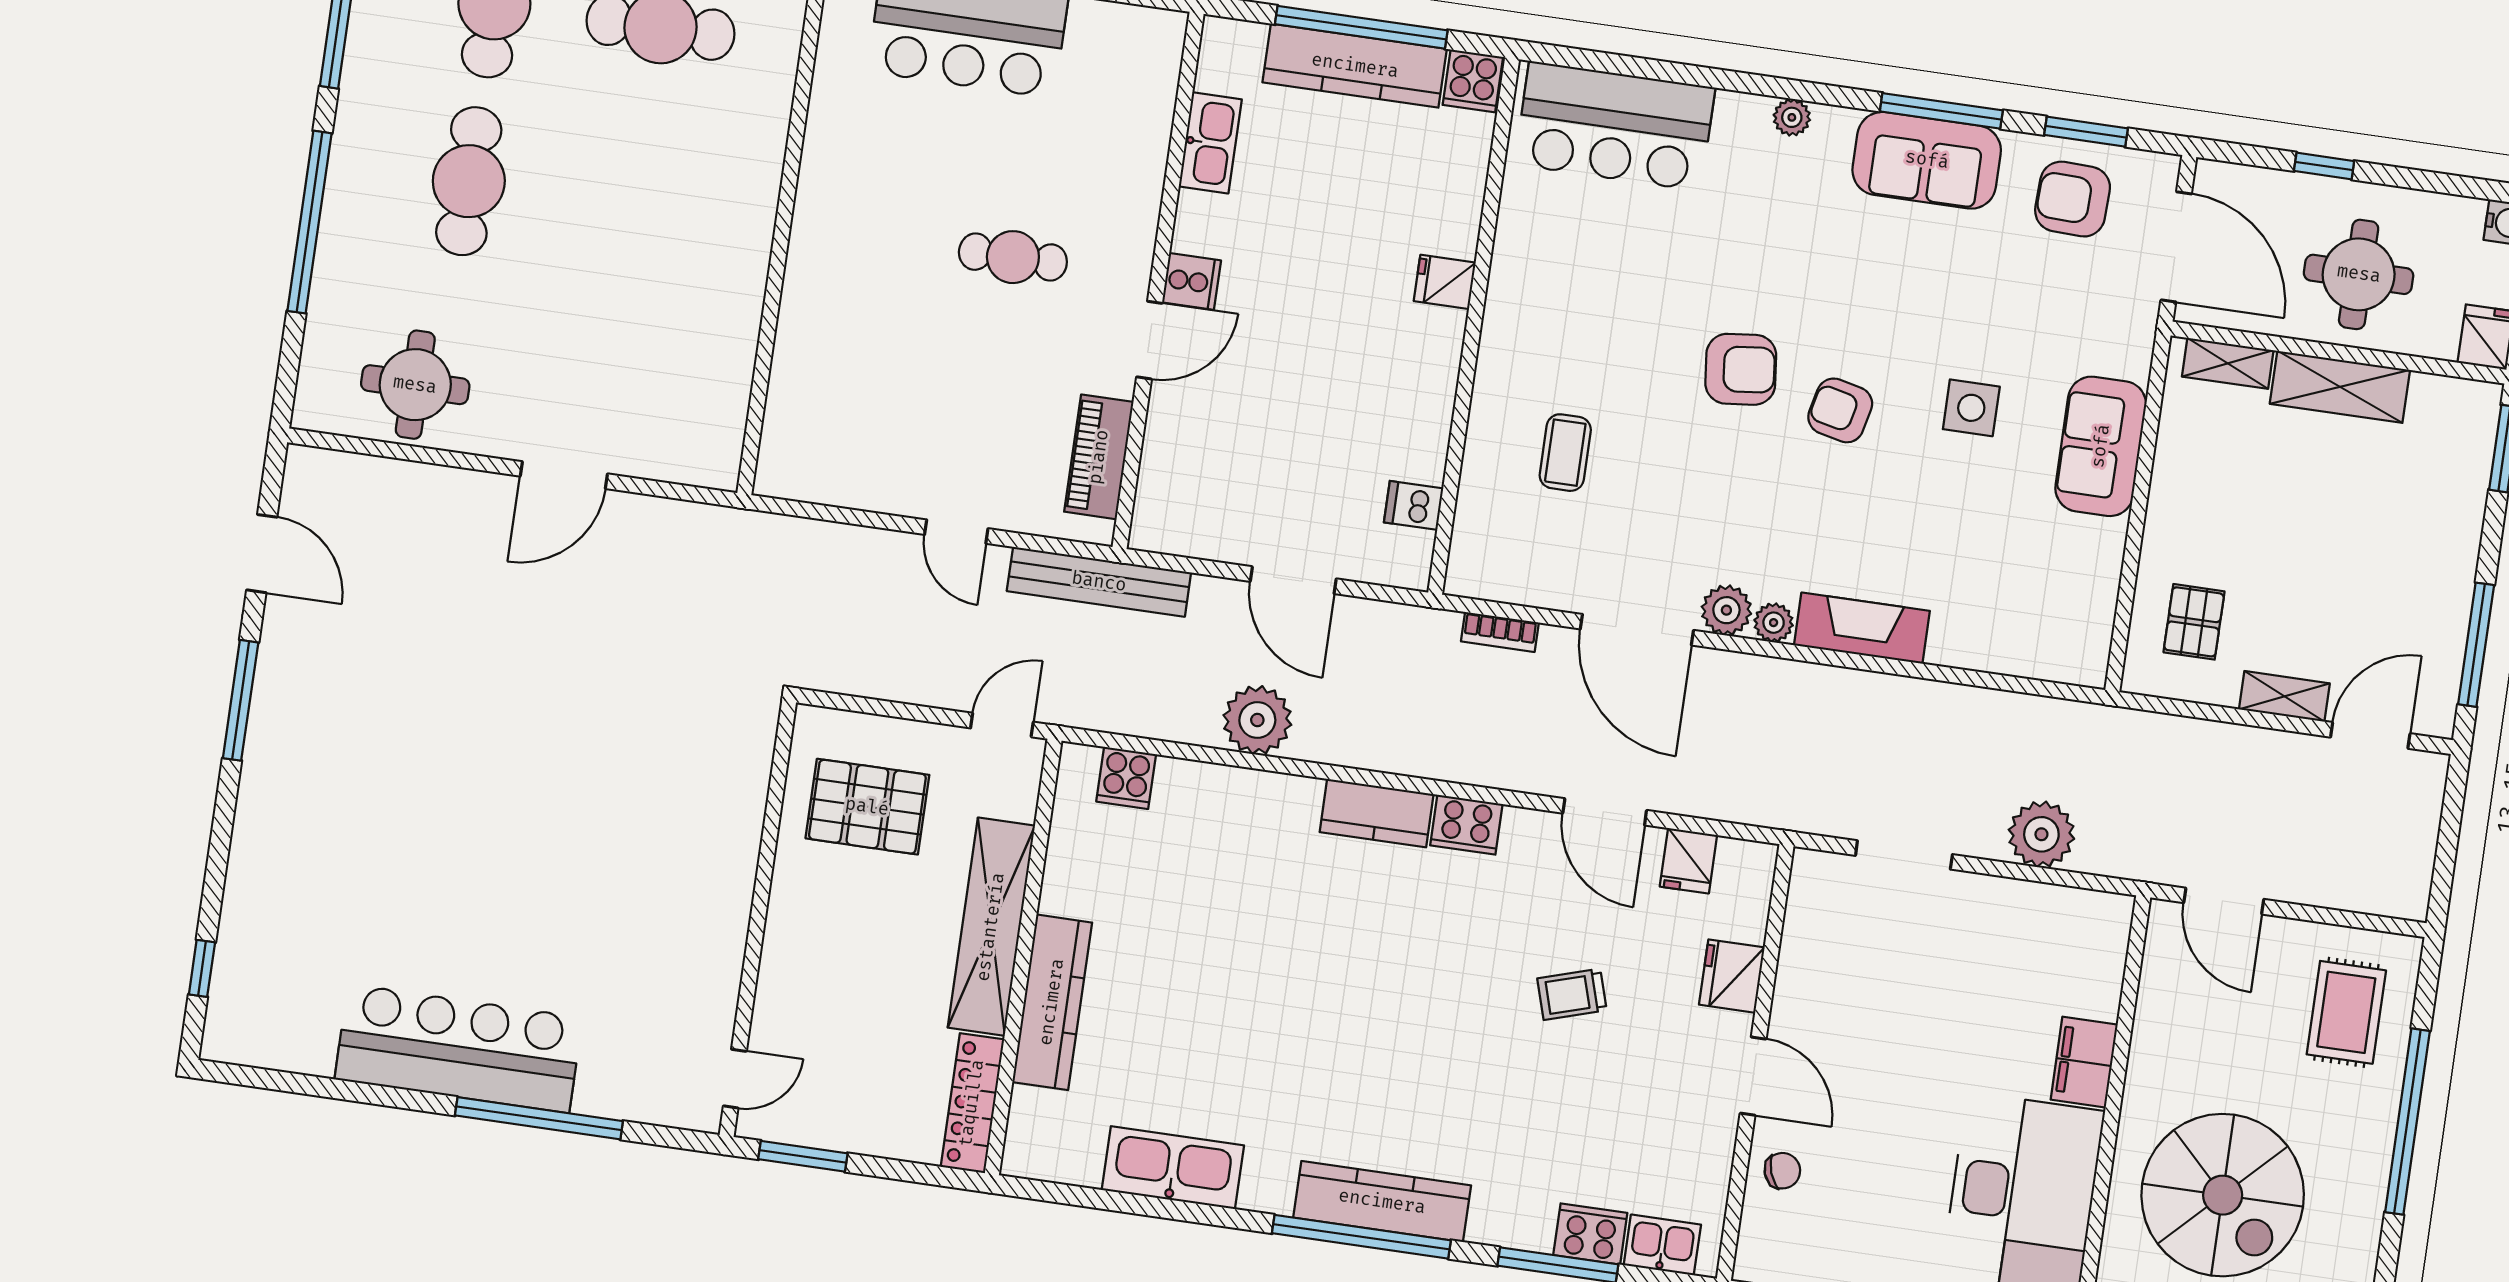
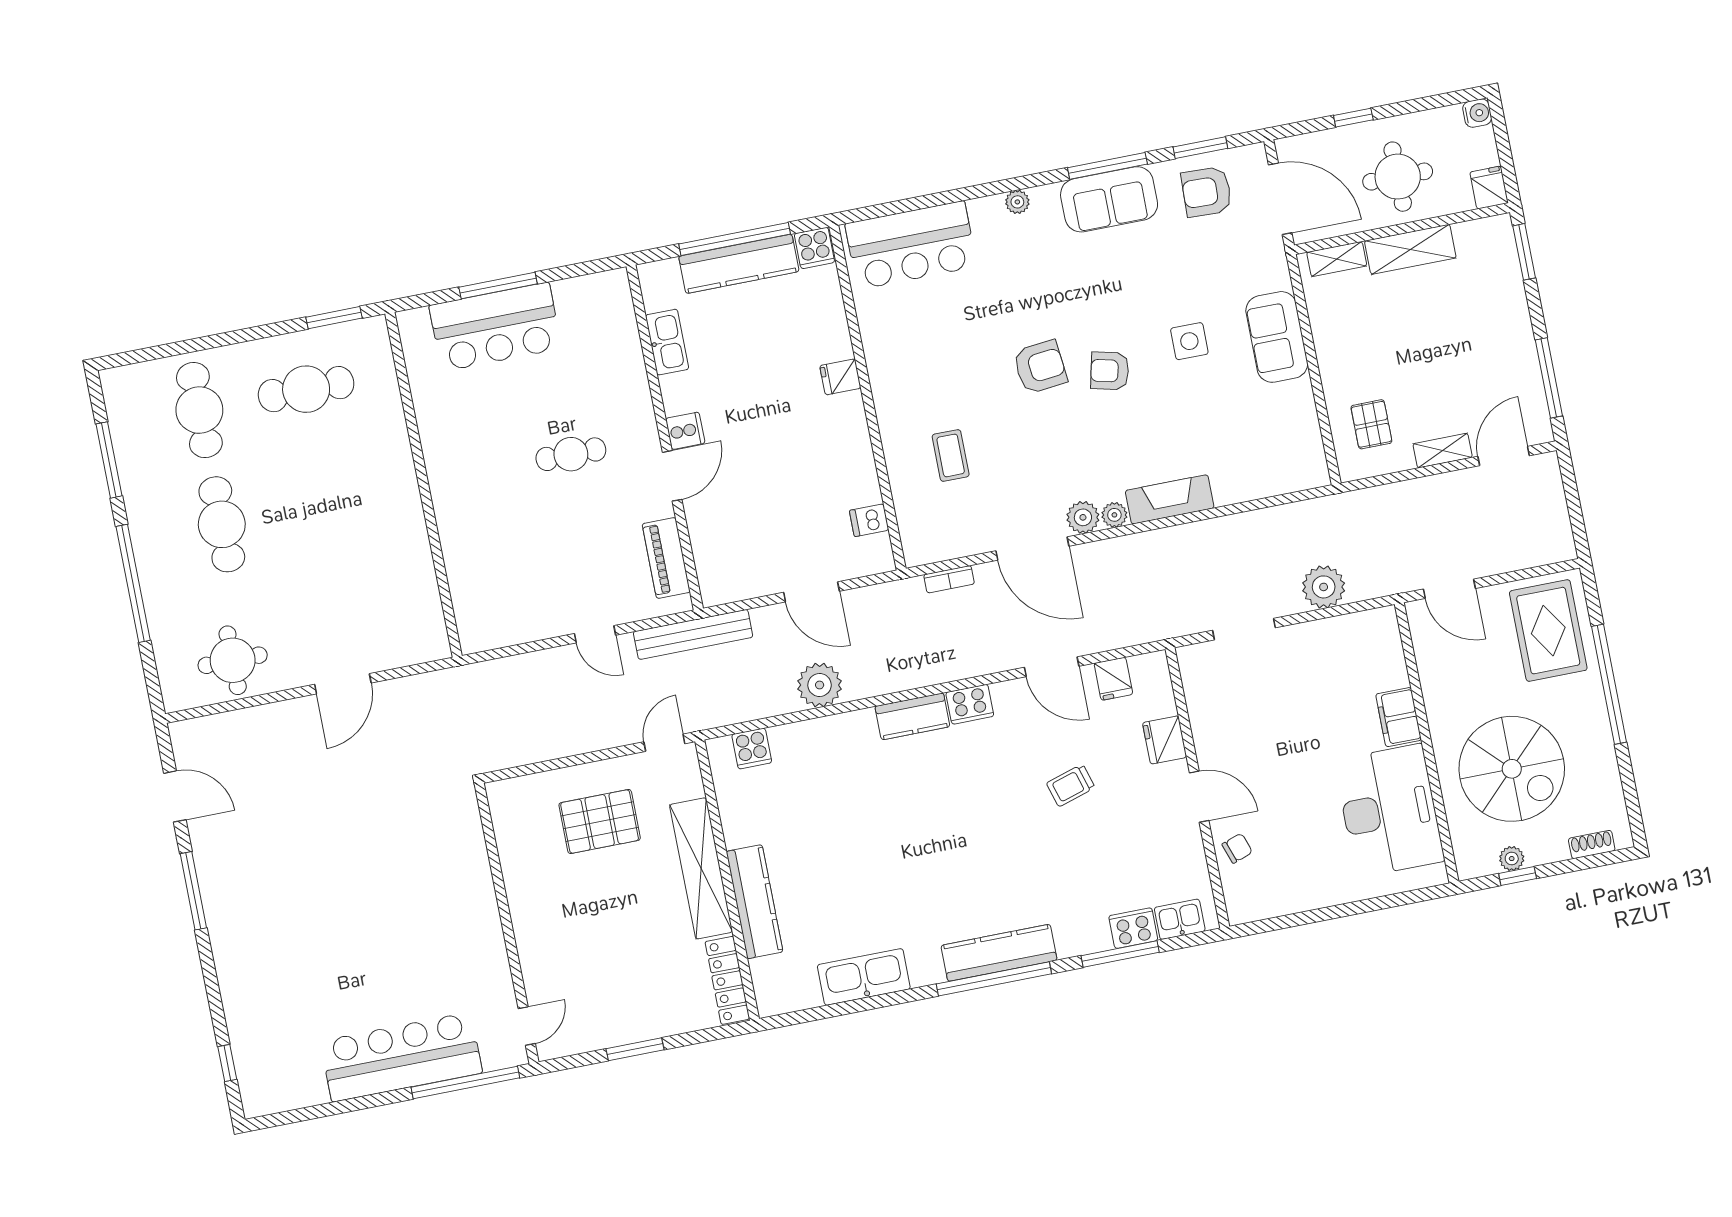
wall: (758, 919) -> (507, 923), moved
rug: (2346, 1012) -> (1548, 631), width x1.36, depth x1.43
door: (735, 1079) -> (527, 1026), moved

